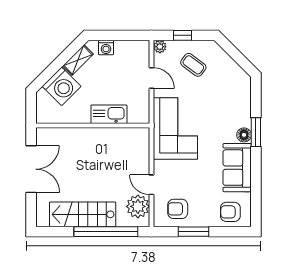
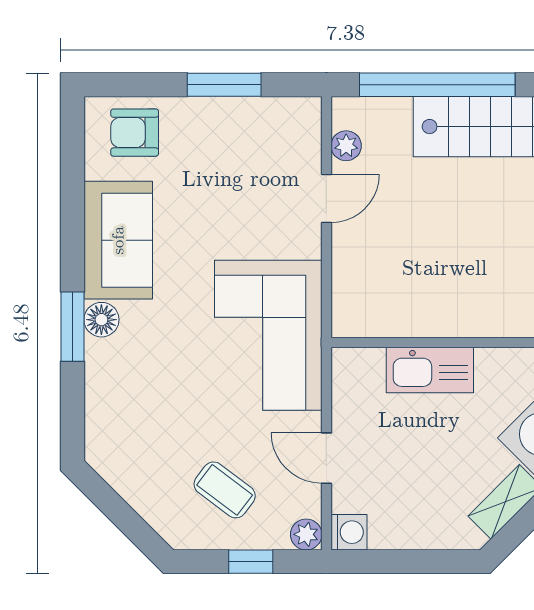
washing machine: (106, 48) -> (349, 532), moved, turned 90
door: (151, 185) -> (326, 198), hinge flipped
plant: (138, 206) -> (346, 146), width x0.53, depth x0.53
armchair: (178, 209) -> (263, 140), removed
armchair: (230, 212) -> (135, 133), turned 180

